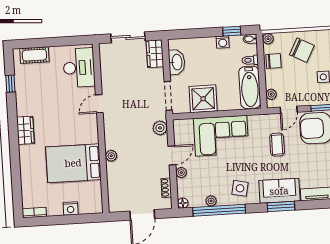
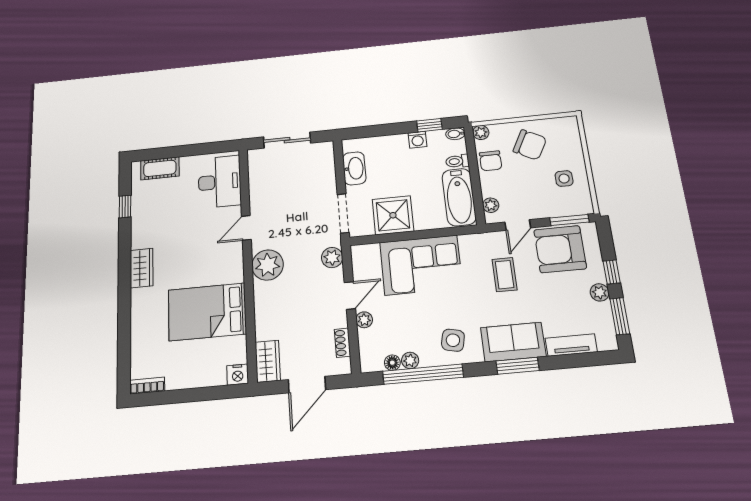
wardrobe: (155, 54) -> (268, 361), moved, turned 180
chair: (274, 61) -> (491, 161), turned 90
plant: (111, 156) -> (268, 265), moved, width x1.88, depth x1.88
floor lamp: (183, 203) -> (392, 363), moved
nightstand: (71, 209) -> (238, 375), moved

